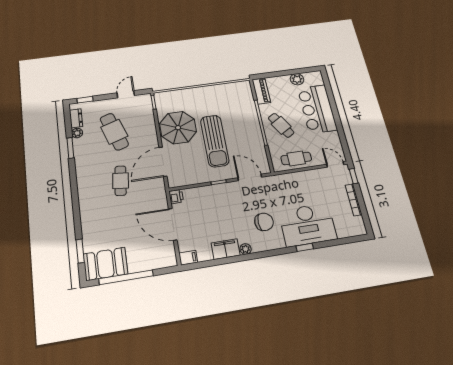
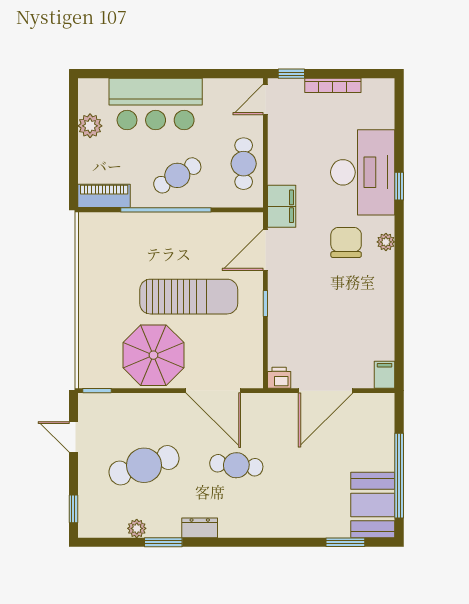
dresser: (76, 118) -> (200, 528), moved
filing cabinet: (226, 249) -> (282, 206), moved, turned 180
plant: (246, 249) -> (386, 242), moved

